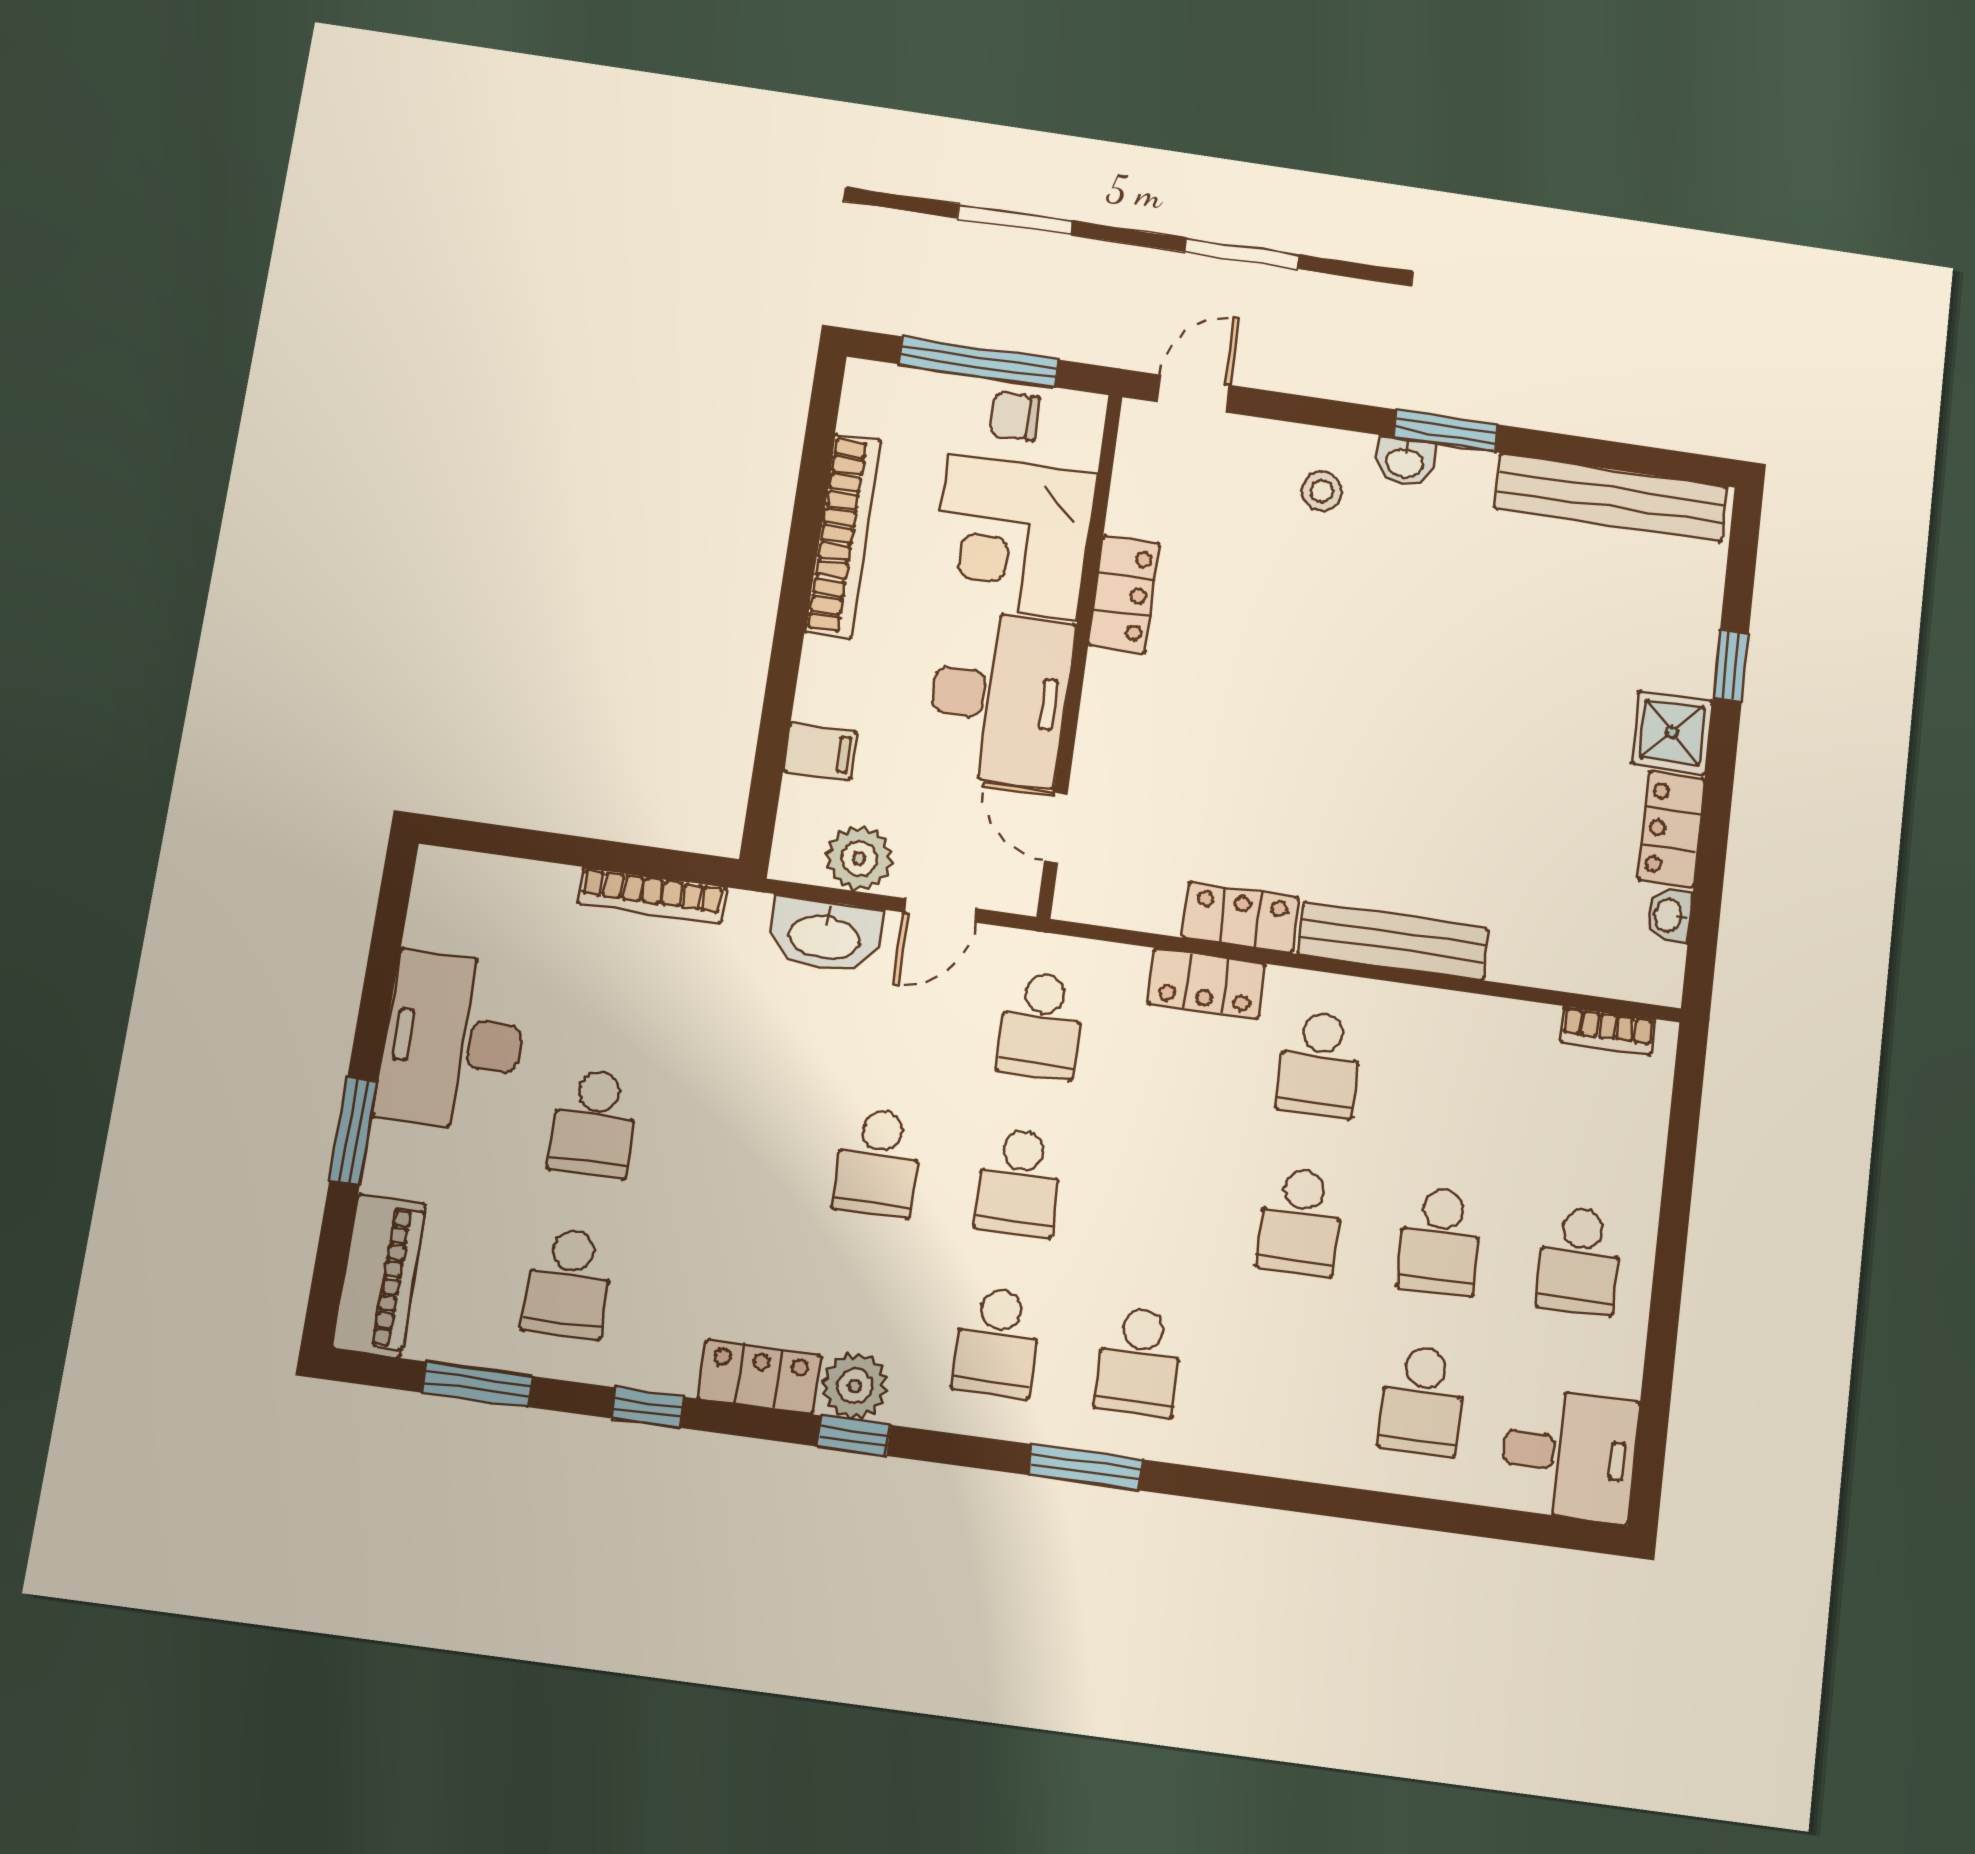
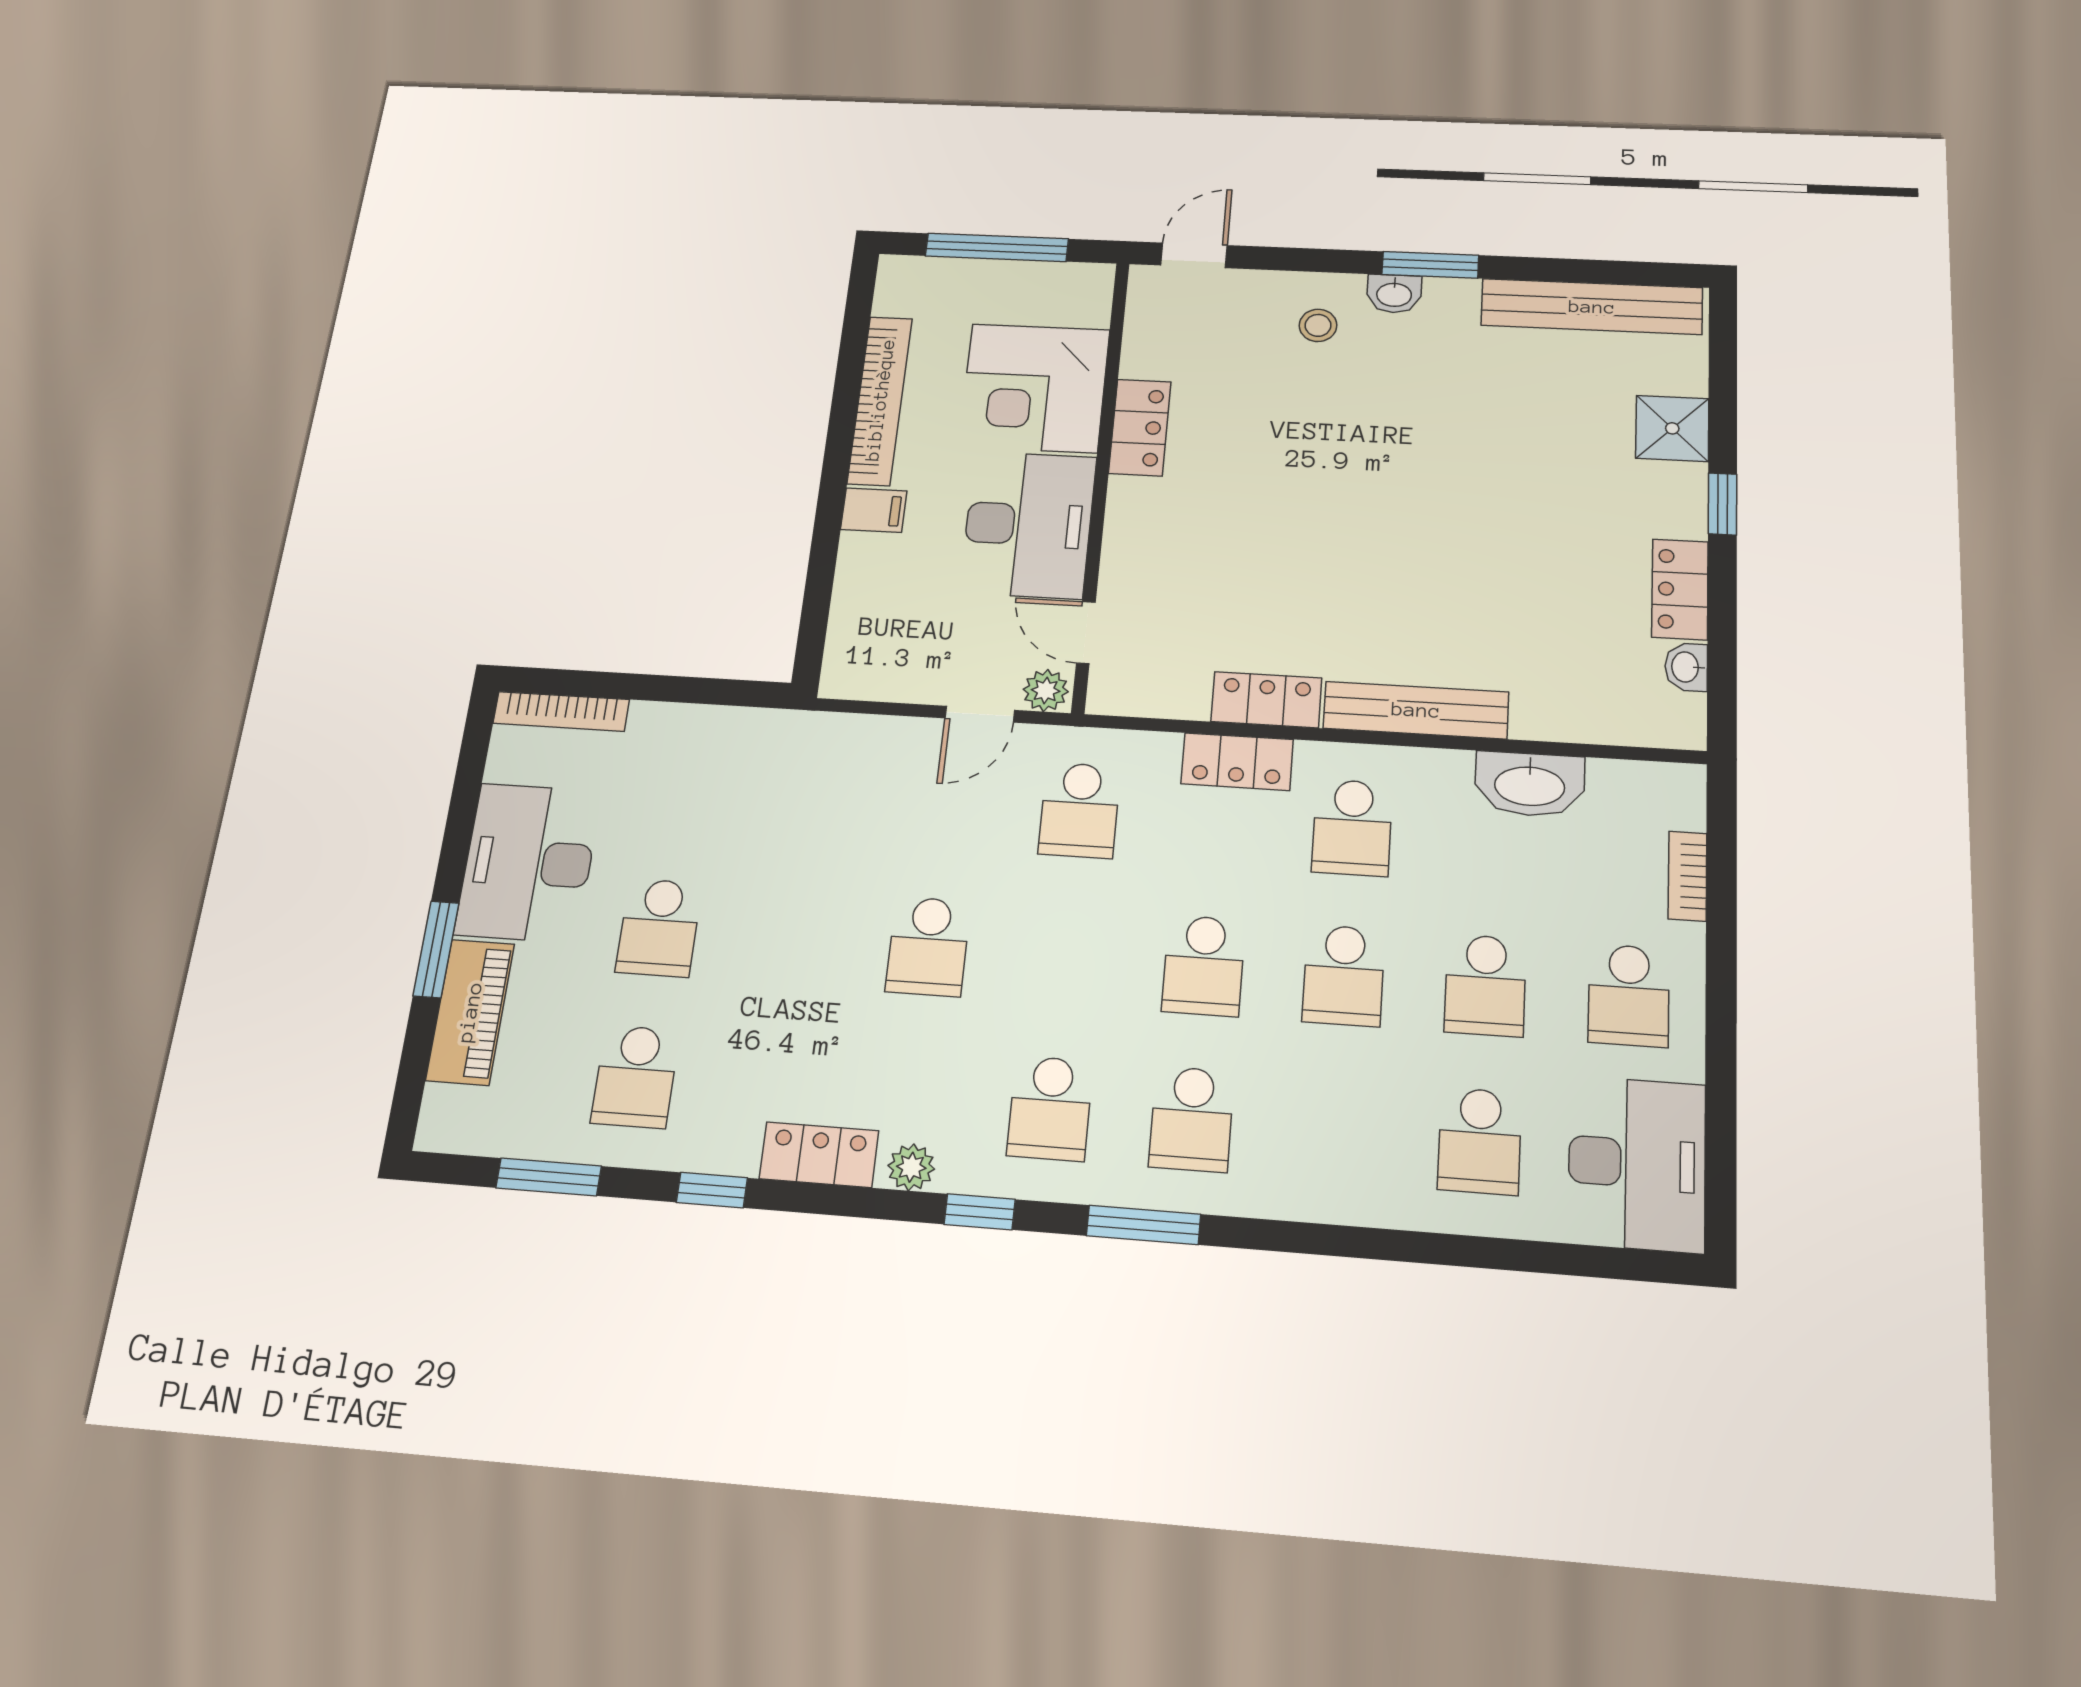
chair: (1015, 416) -> (1032, 288), removed
window: (1731, 666) -> (1722, 504), moved
shower: (1672, 732) -> (1672, 428), moved
filing cabinet: (820, 751) -> (874, 510), moved
plant: (859, 859) -> (1046, 690), moved, width x0.73, depth x0.73
bookcase: (652, 895) -> (561, 711), moved
washbasin: (825, 935) -> (1530, 784), moved
bookcase: (1607, 1031) -> (1688, 876), moved, turned 90
school desk: (1019, 1182) -> (1204, 966), moved
piano: (379, 1276) -> (470, 1012), moved
plant: (855, 1386) -> (911, 1167), width x0.73, depth x0.73
window: (854, 1436) -> (980, 1212), moved
desk: (1569, 1455) -> (1637, 1164), width x1.37

